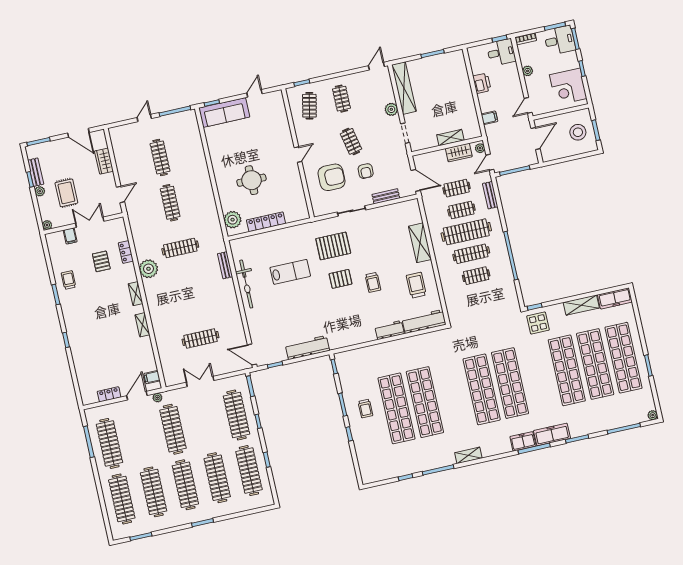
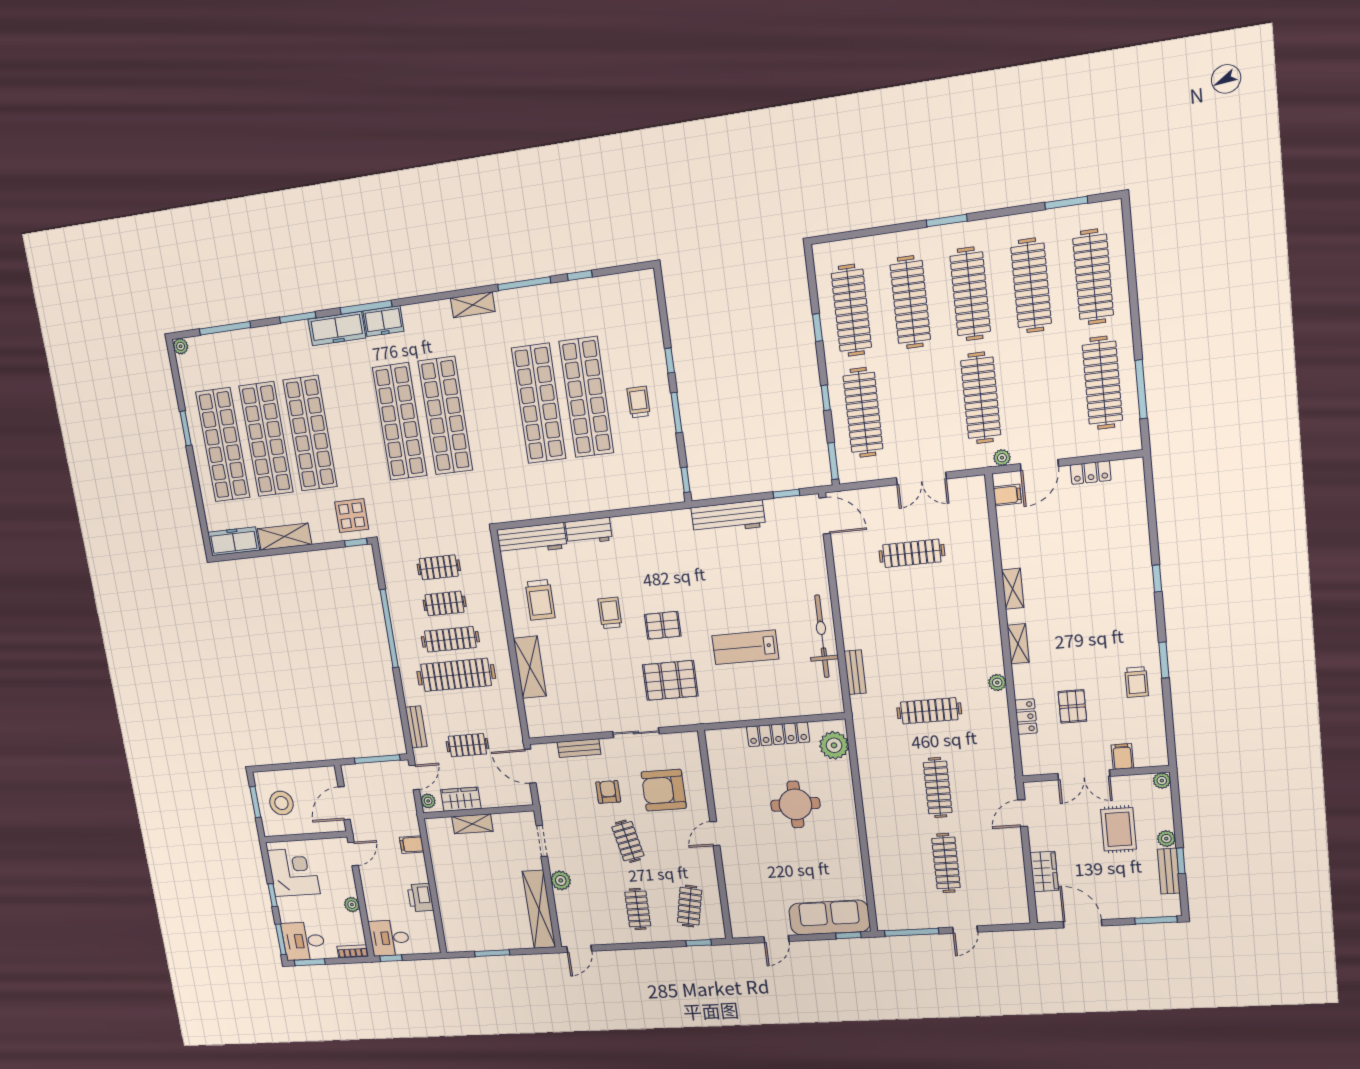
clothes rail: (461, 210) -> (439, 567), moved
plant: (149, 269) -> (997, 683), width x0.53, depth x0.53

